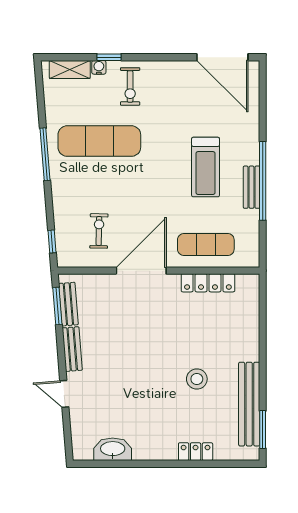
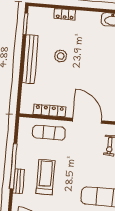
bench: (252, 187) -> (19, 181), moved
door: (141, 271) -> (87, 121), swing flipped
bench: (249, 404) -> (30, 59), moved

